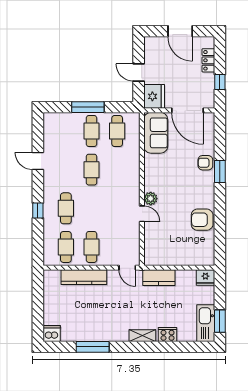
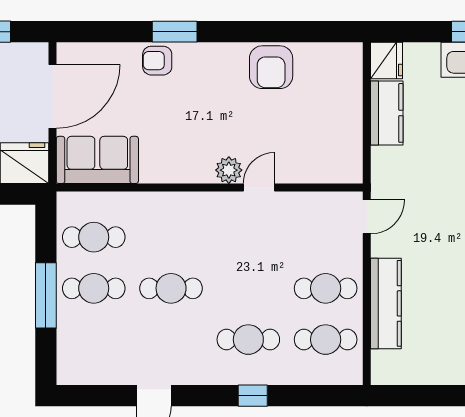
armchair: (205, 163) -> (157, 61), turned 90
kitchen counter: (159, 278) -> (387, 113), moved

